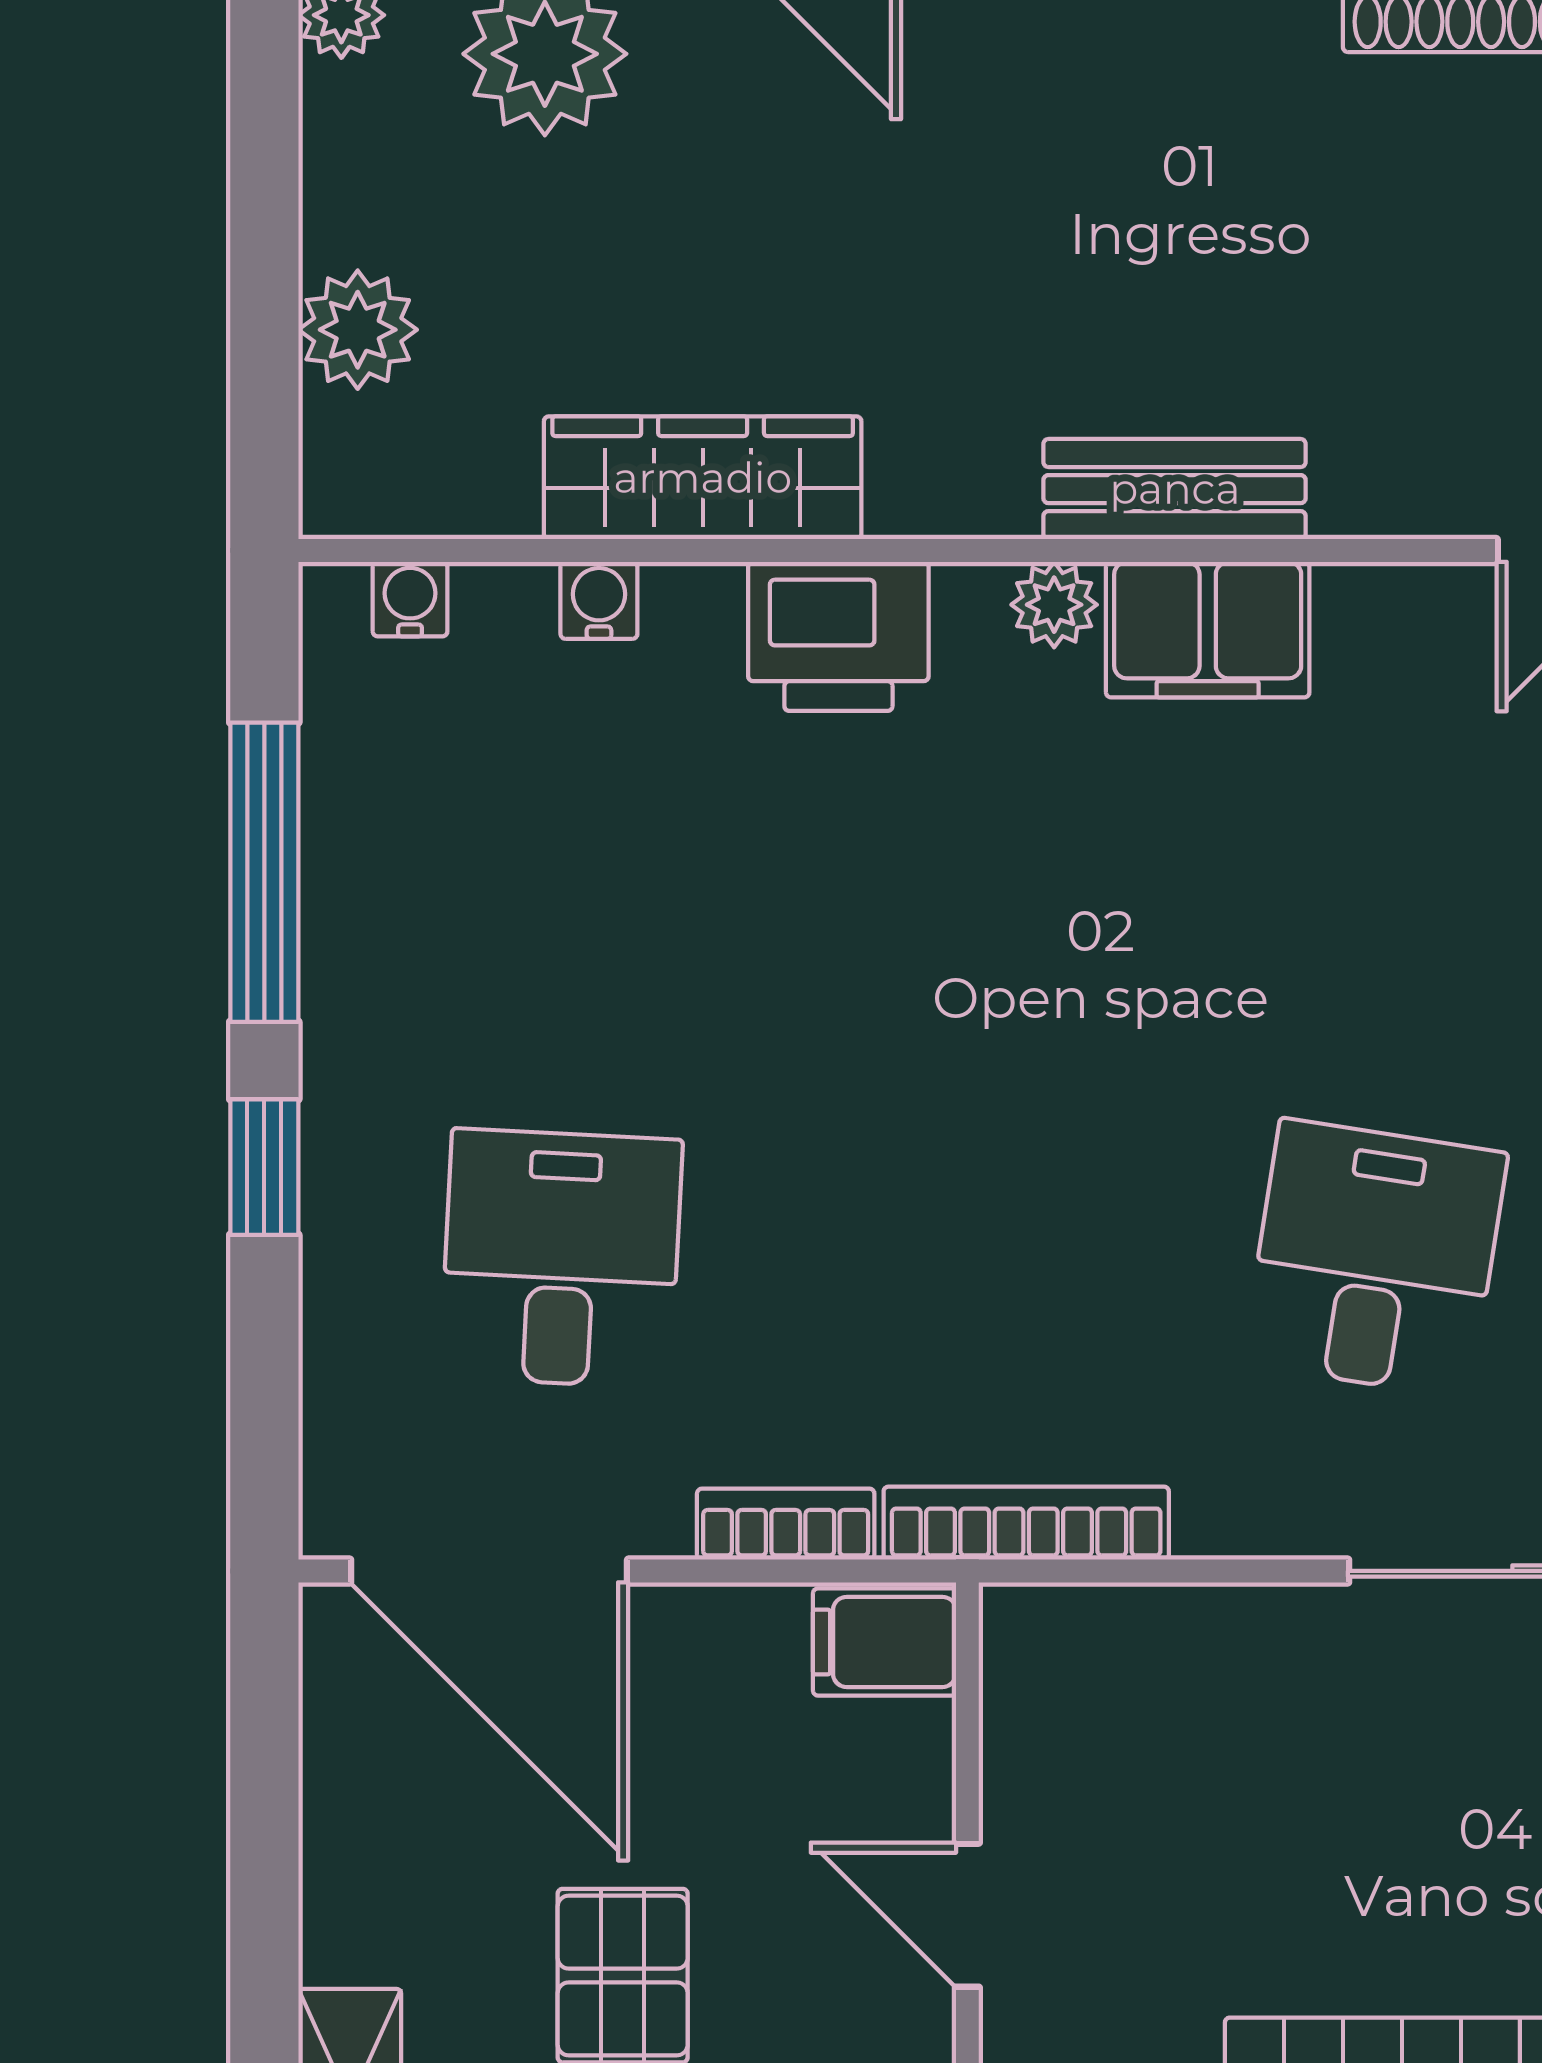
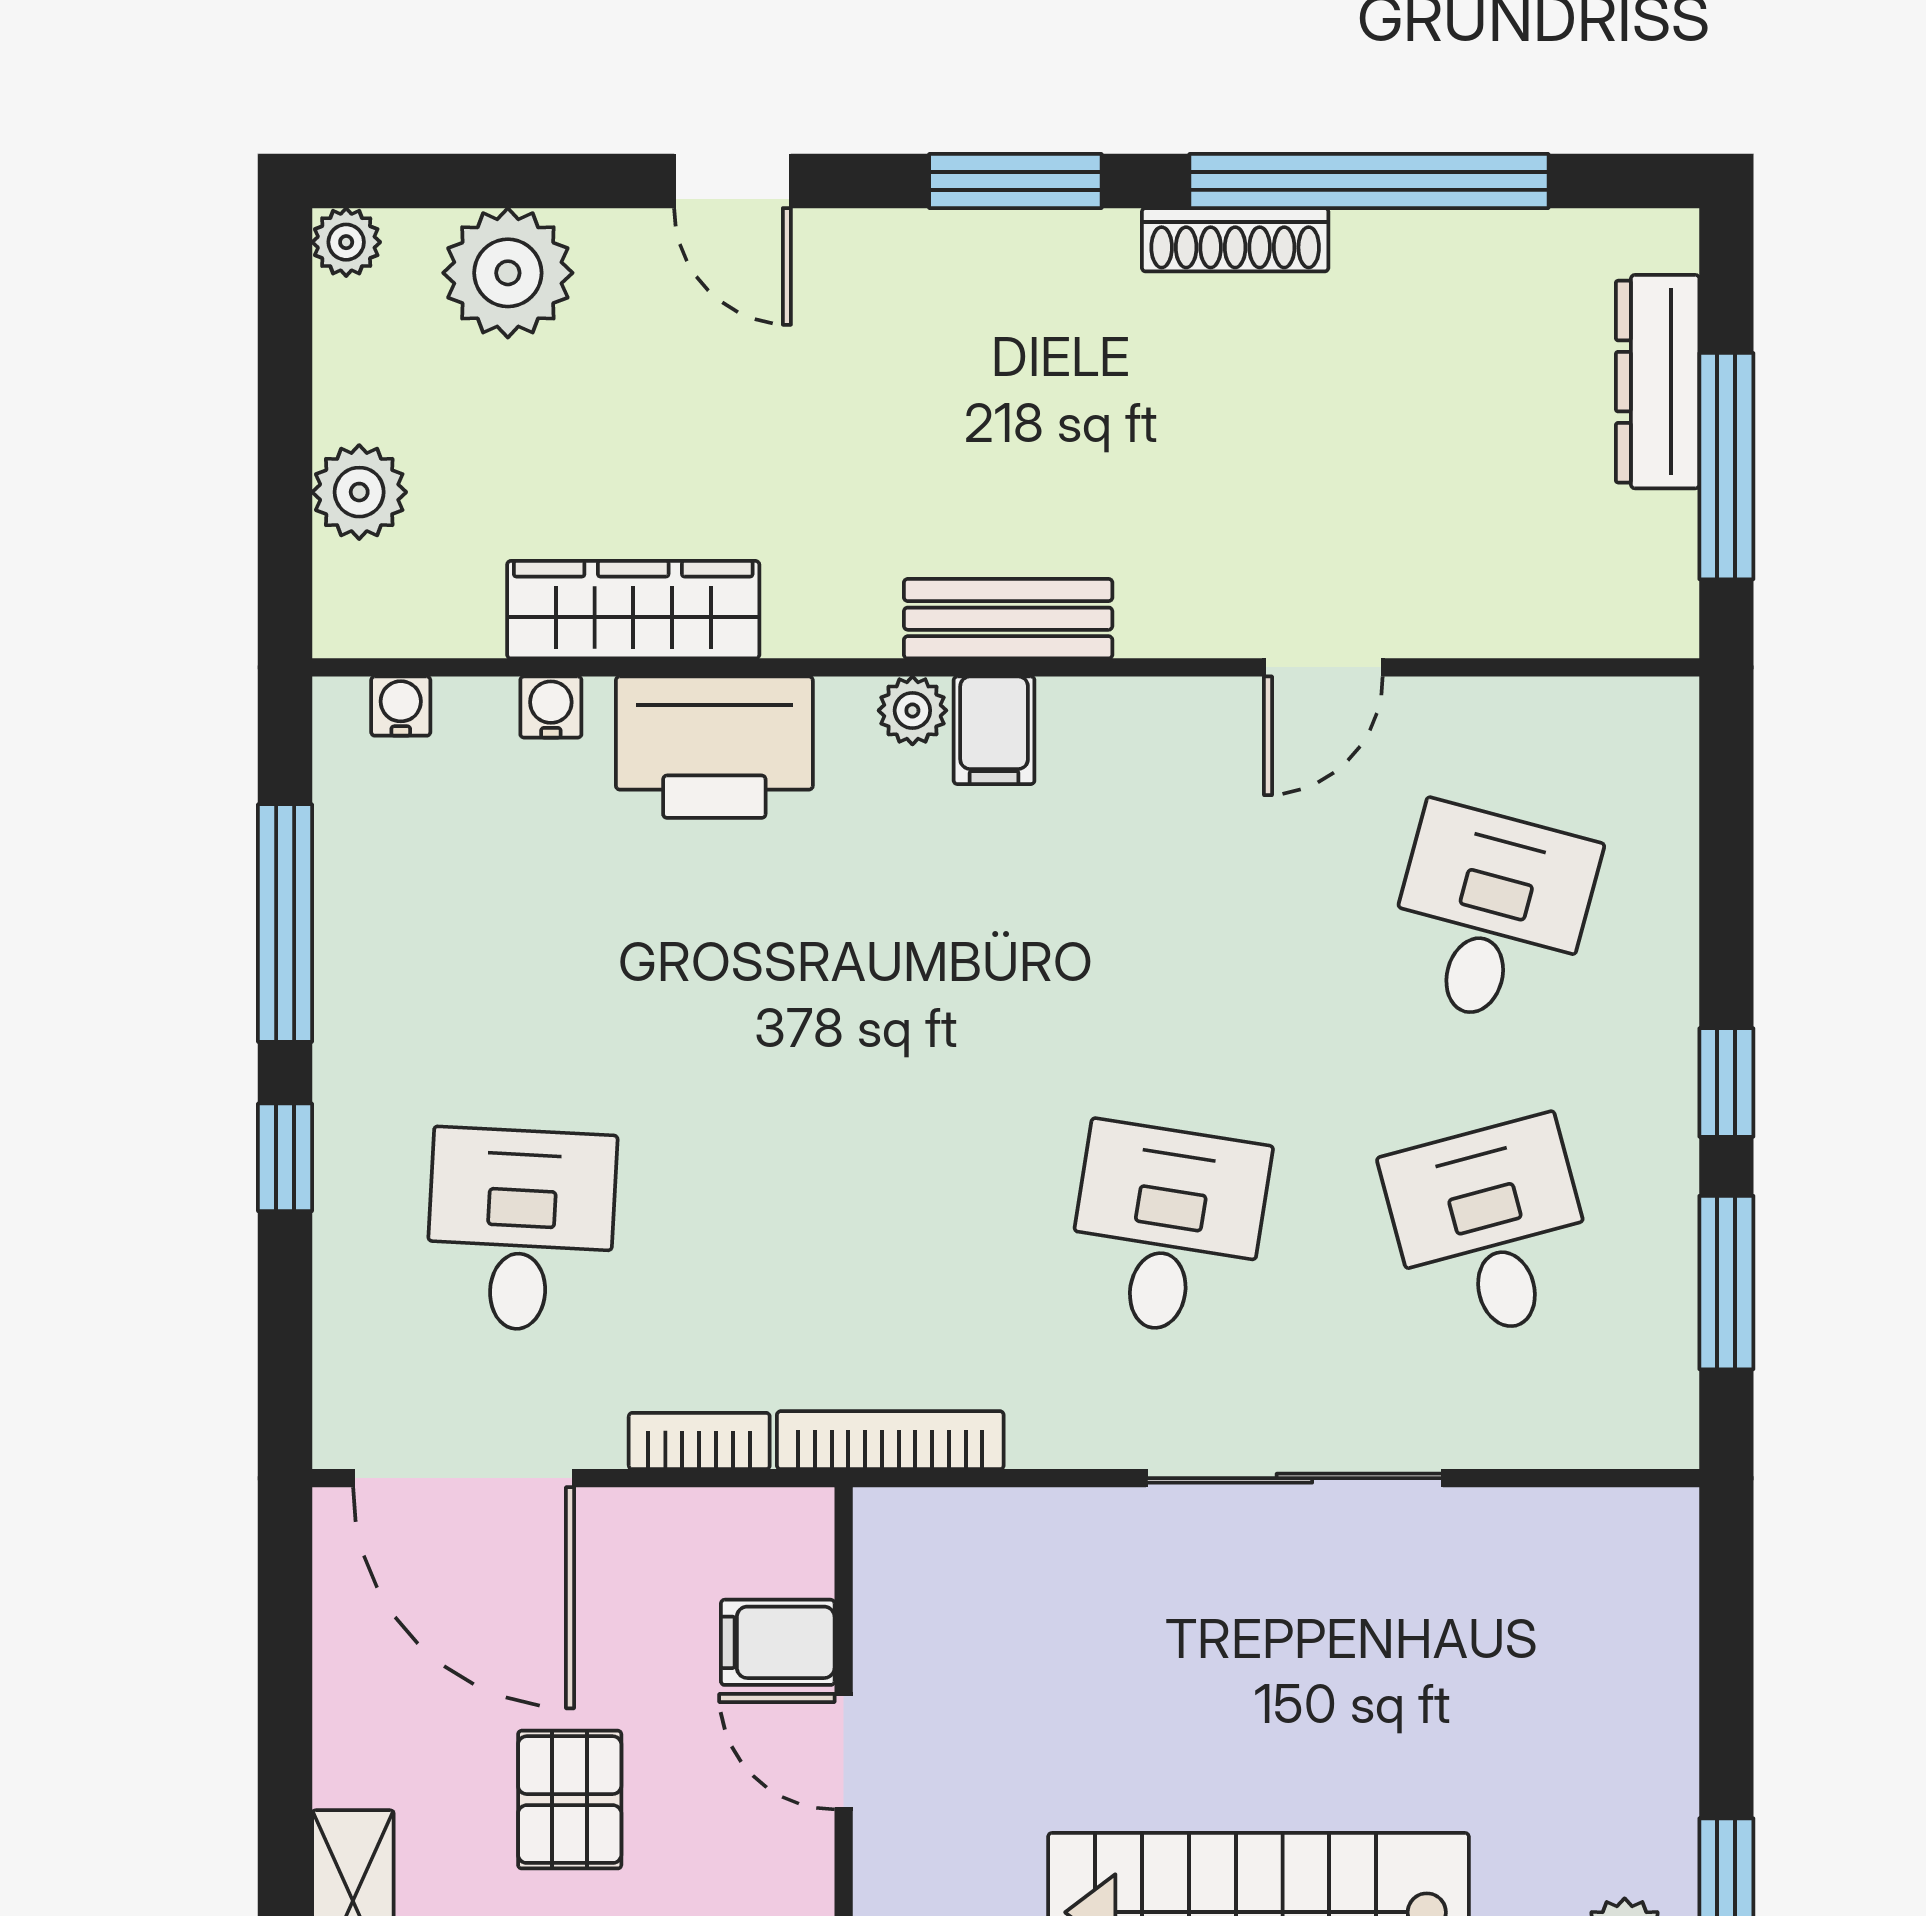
filing cabinet: (1208, 630) -> (994, 730), width x0.50
printer: (838, 636) -> (714, 747), width x1.37, depth x1.19
filing cabinet: (885, 1642) -> (778, 1642), moved

